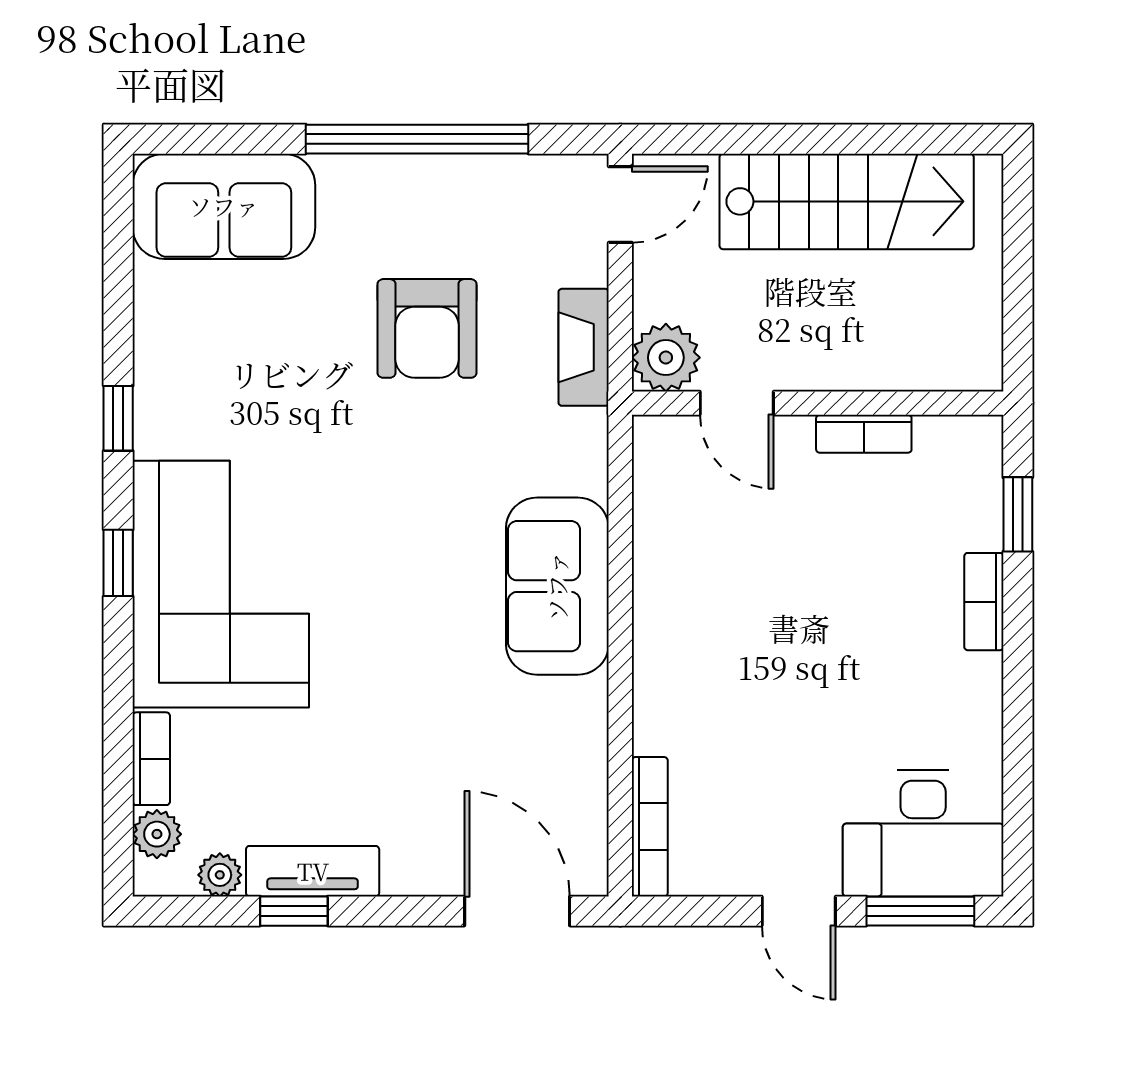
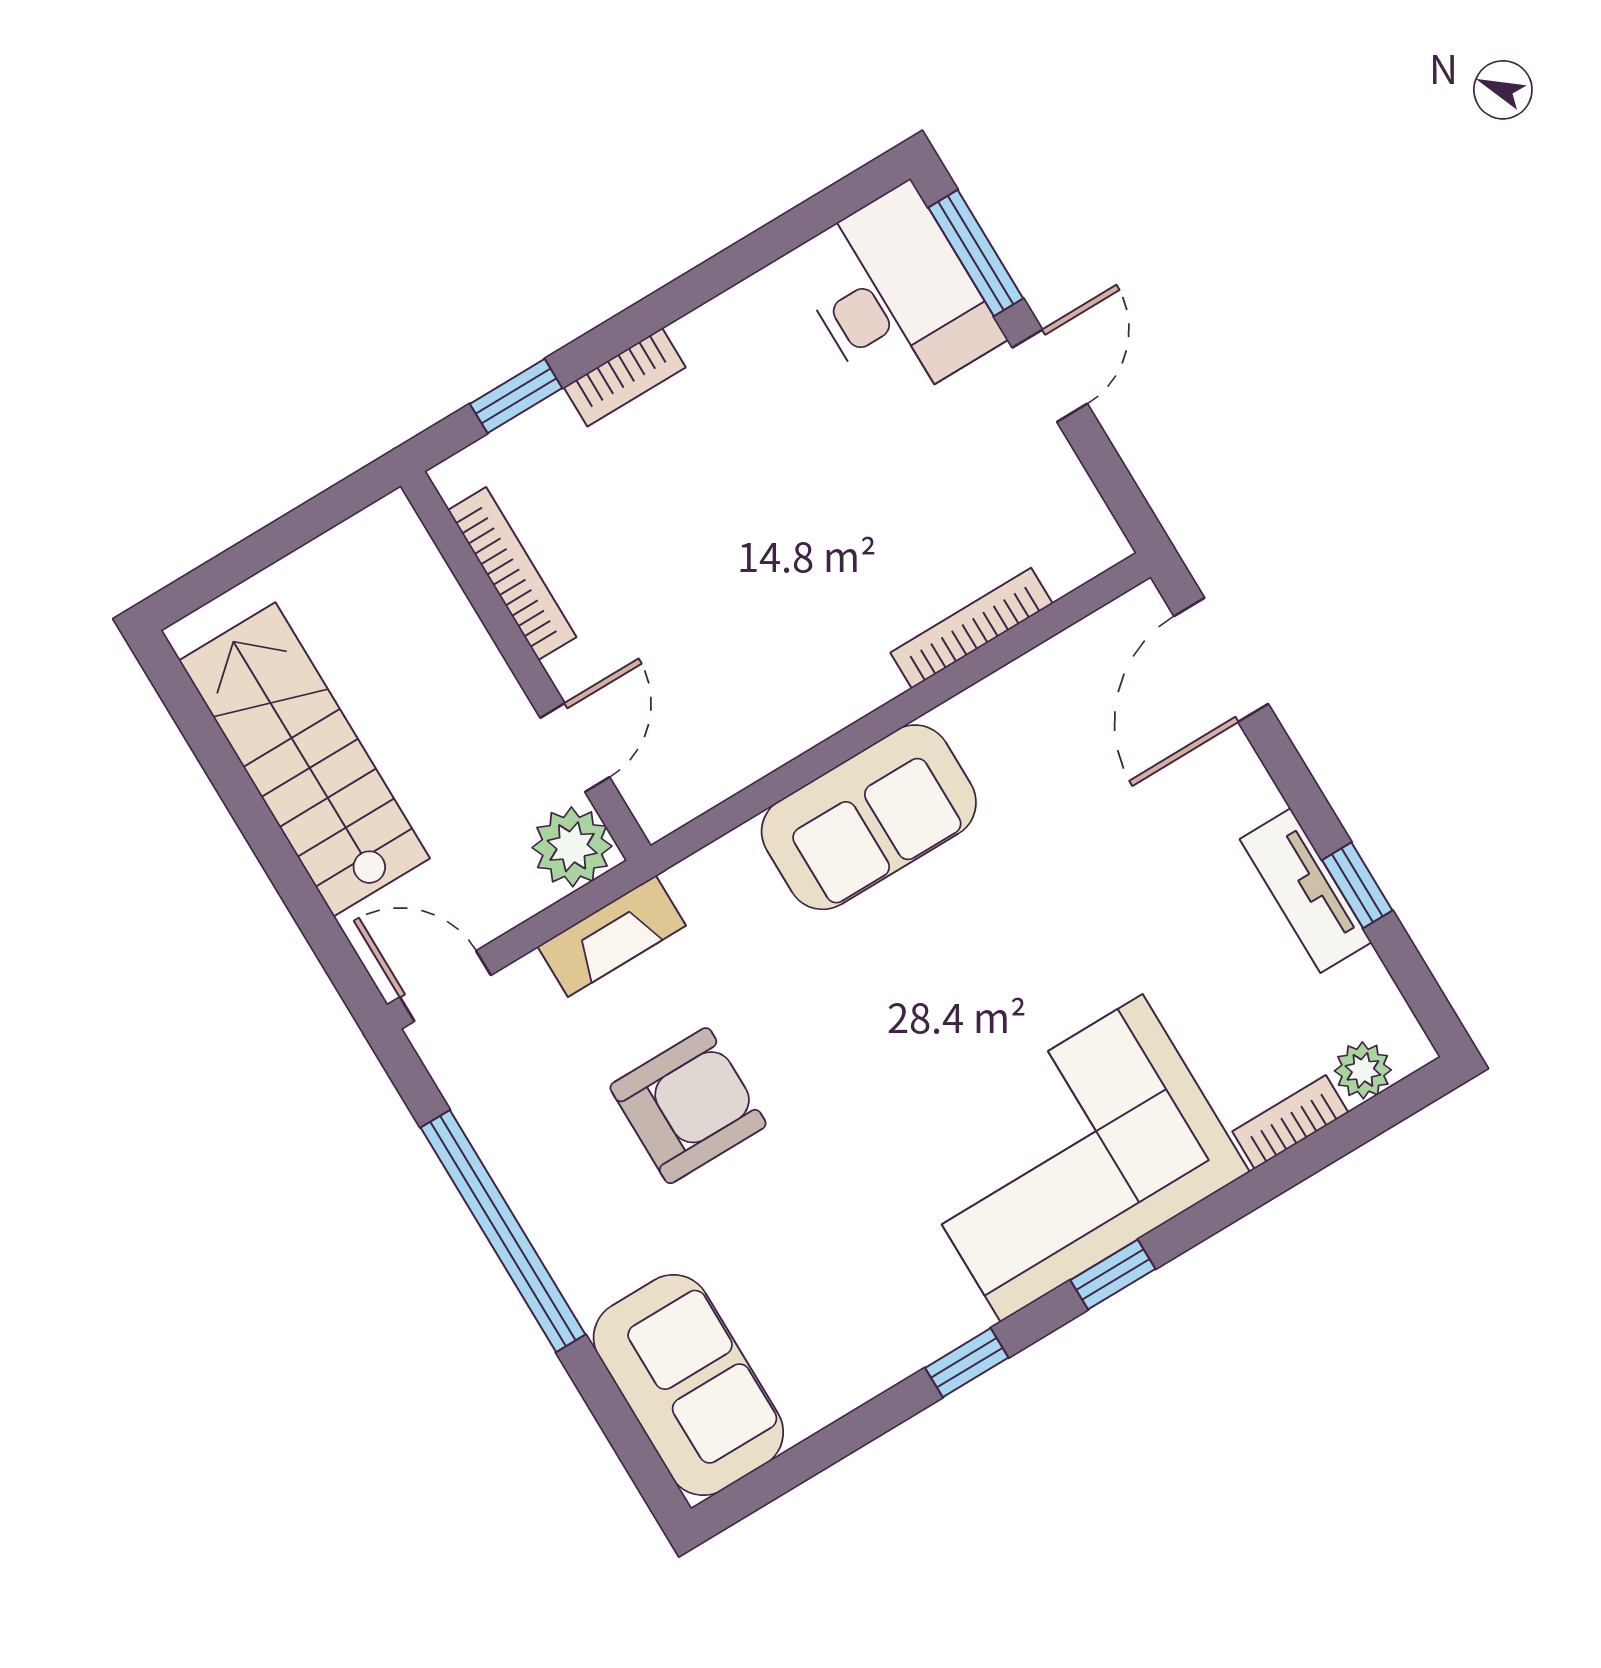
bookcase: (864, 434) -> (512, 574), width x1.56
bookcase: (650, 827) -> (971, 628), moved
plant: (220, 875) -> (1366, 982), removed

